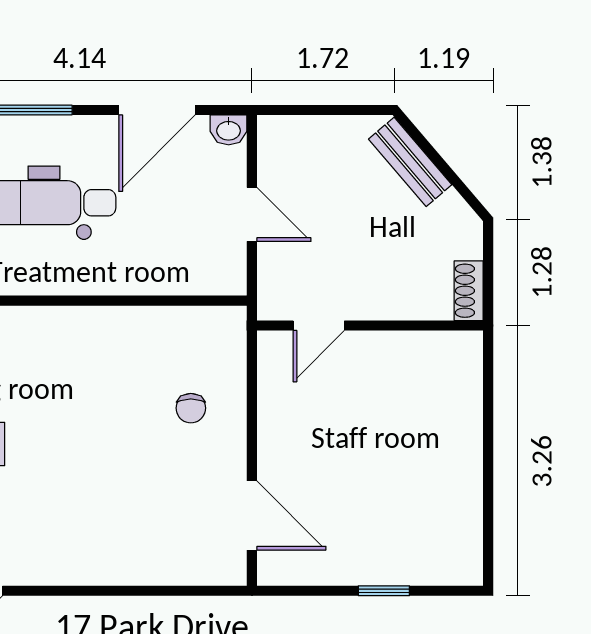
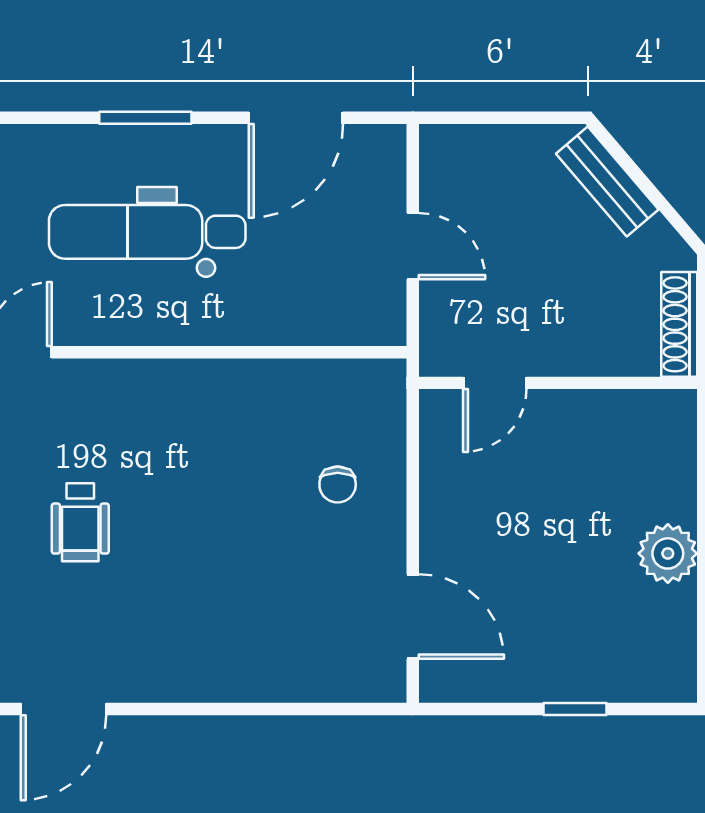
washbasin: (229, 130) -> (384, 142), removed
shoe rack: (469, 291) -> (679, 324), width x1.43
plant: (459, 464) -> (668, 553), added

